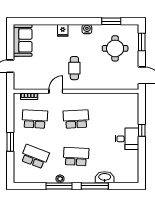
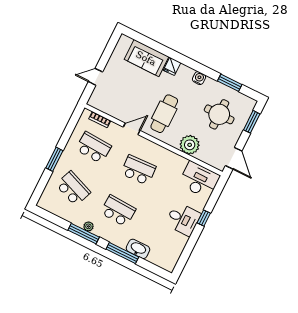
sofa: (23, 40) -> (146, 58), moved, turned 90
cafe table: (74, 68) -> (164, 114), width x1.37, depth x1.35
plant: (104, 82) -> (190, 145), added
desk: (124, 104) -> (199, 180), added

